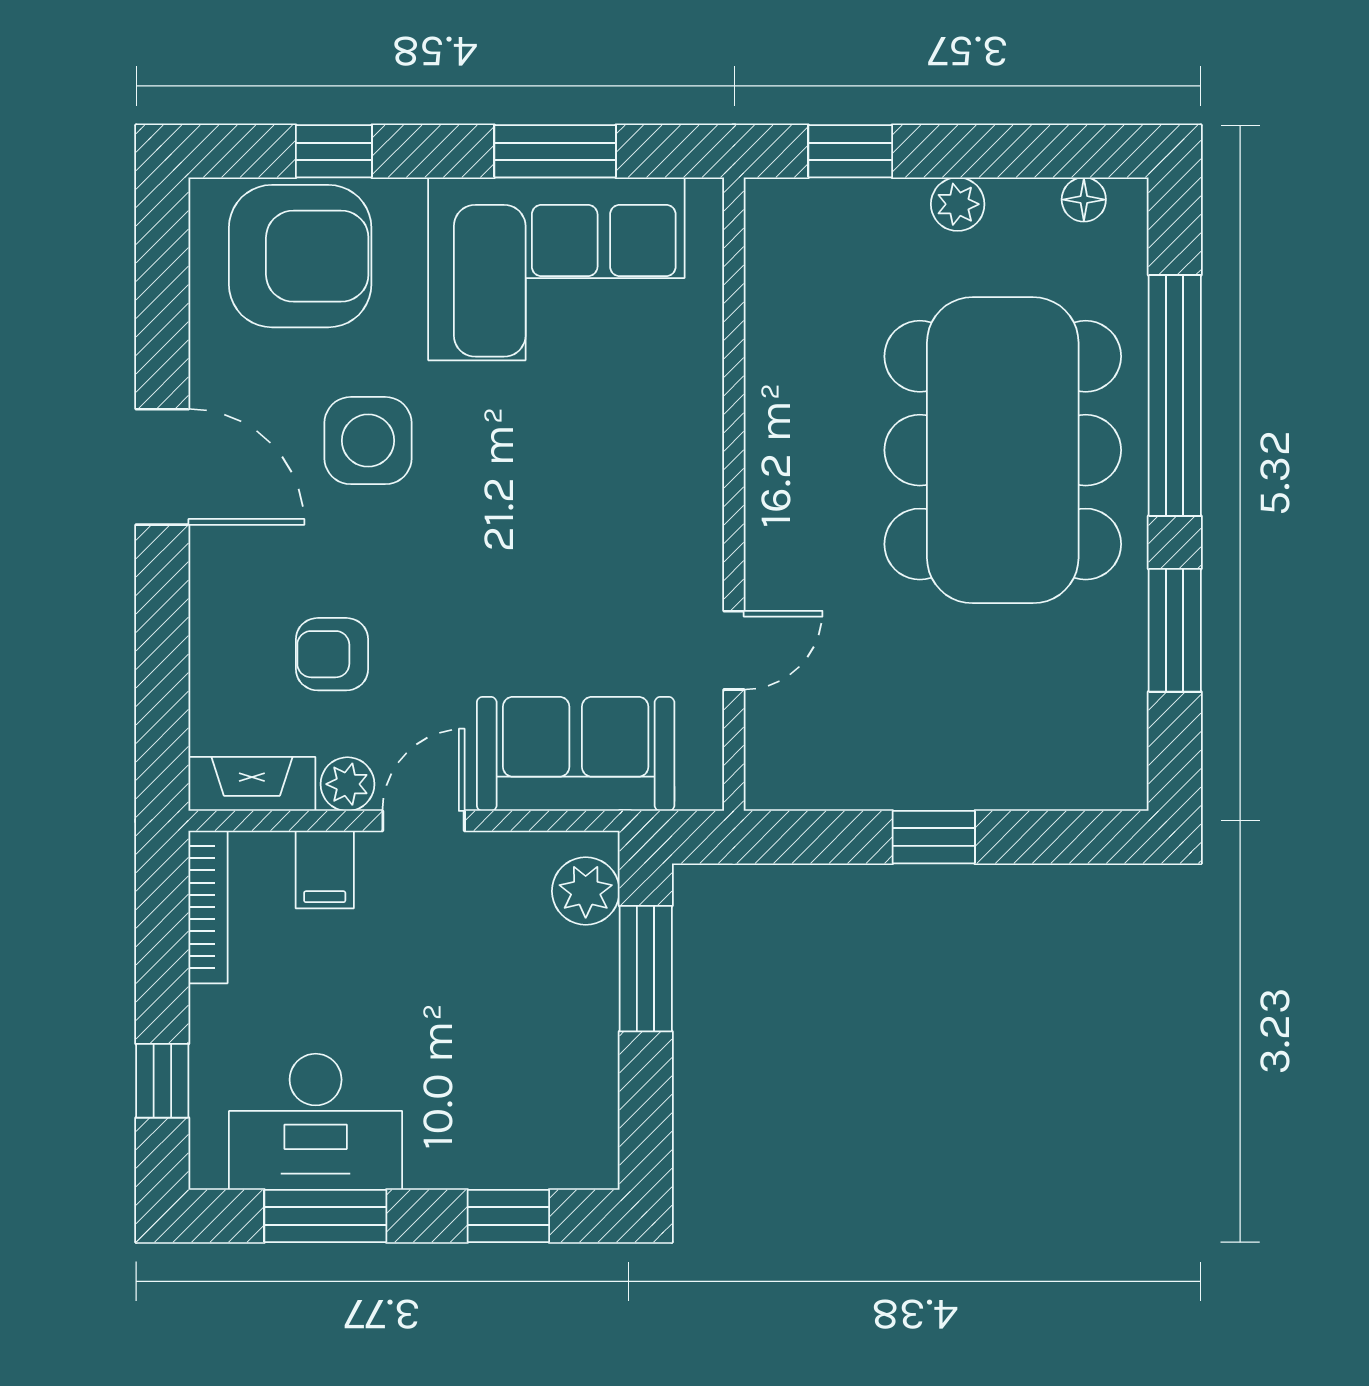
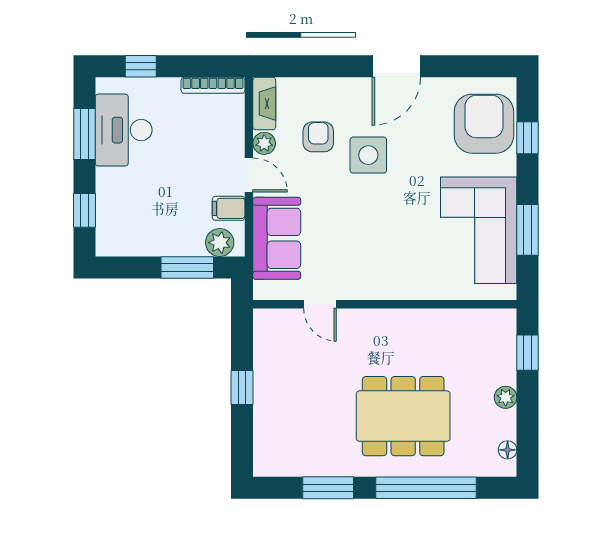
armchair: (300, 256) -> (484, 124), turned 180
side table: (368, 441) -> (368, 155), moved
dining table: (1003, 450) -> (403, 416), width x0.73, depth x0.80
filing cabinet: (325, 869) -> (229, 208), moved

